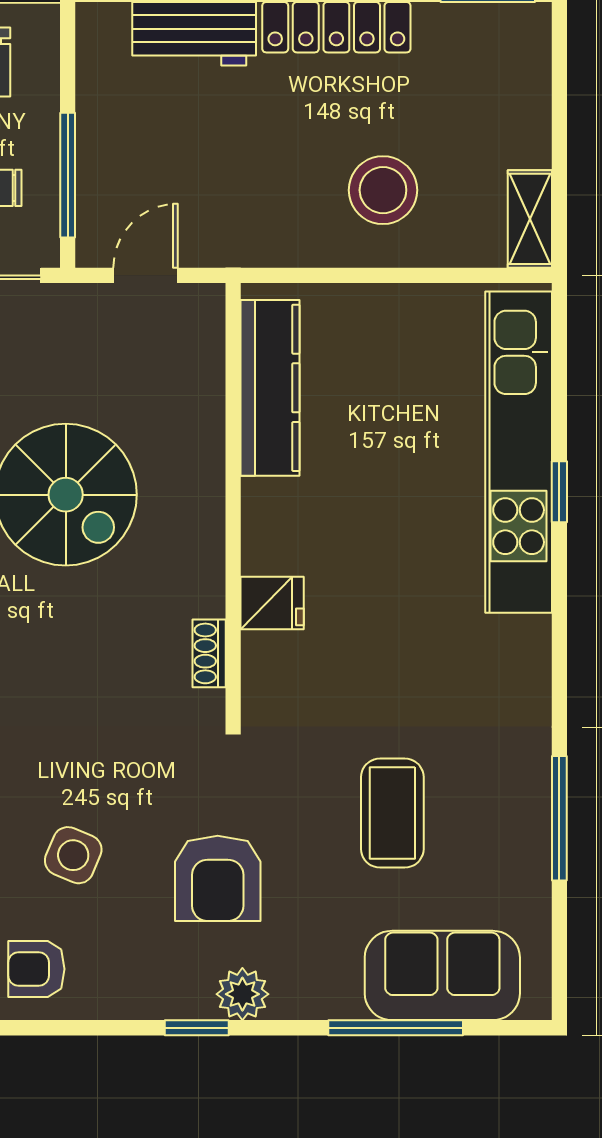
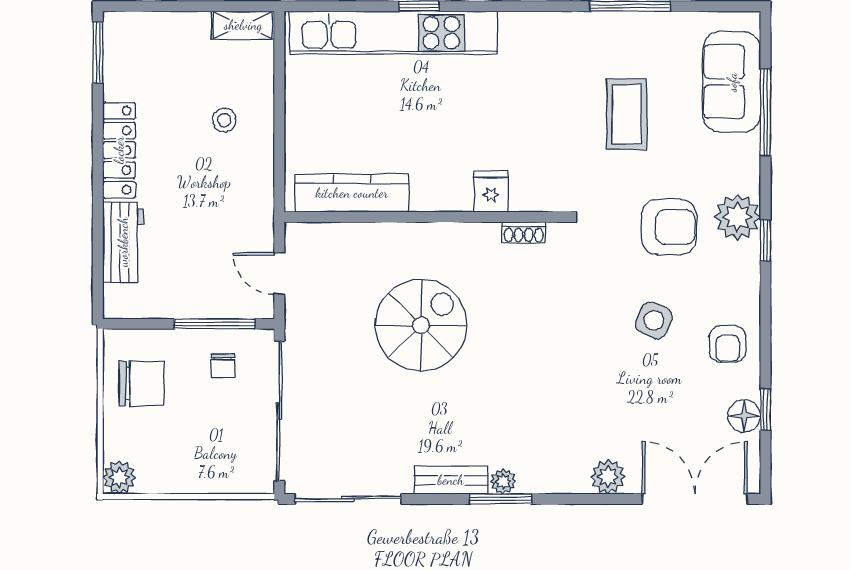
stool: (383, 190) -> (224, 120), width x0.53, depth x0.53
coffee table: (392, 813) -> (627, 114), turned 90
plant: (242, 994) -> (738, 217), width x1.36, depth x1.36

